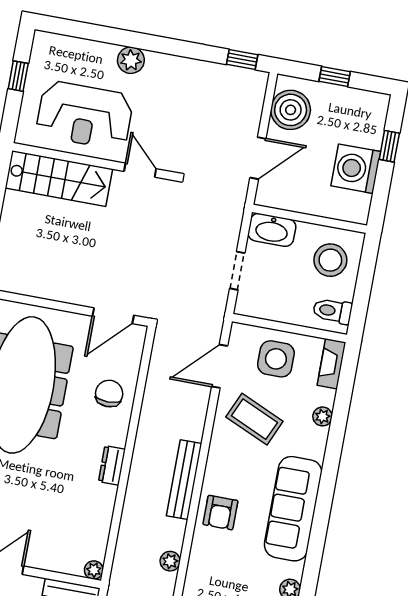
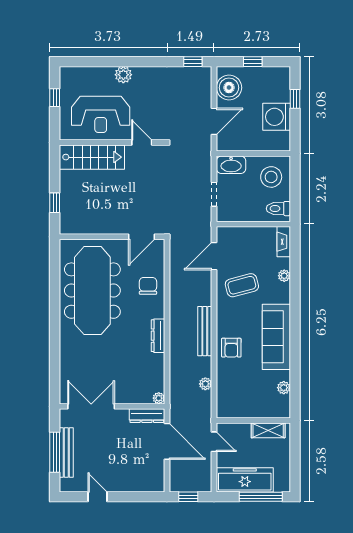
side table: (276, 359) -> (248, 245), removed
coffee table: (254, 419) -> (242, 285), turned -39
dresser: (112, 465) -> (158, 336), width x1.44

